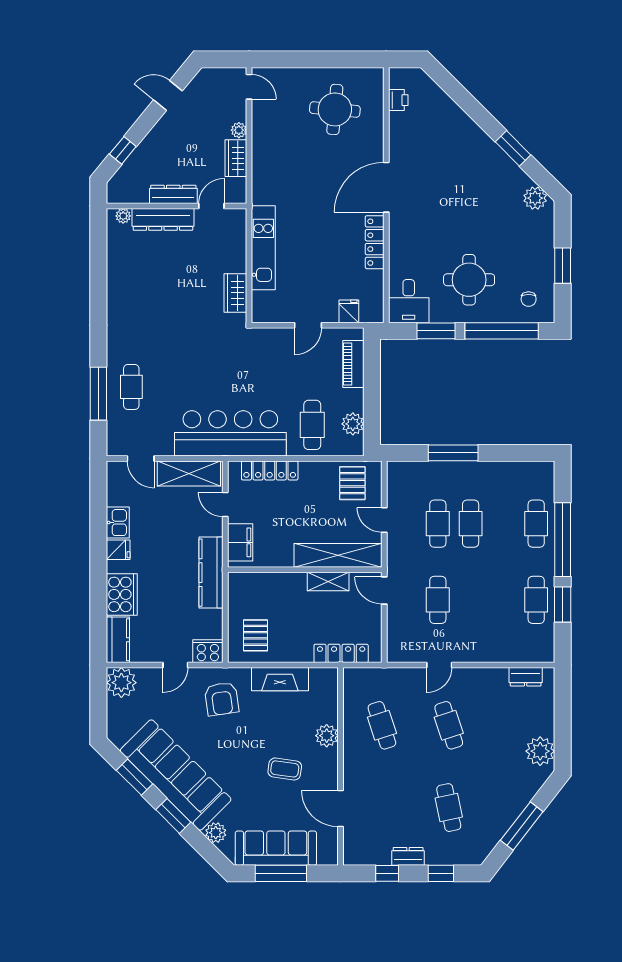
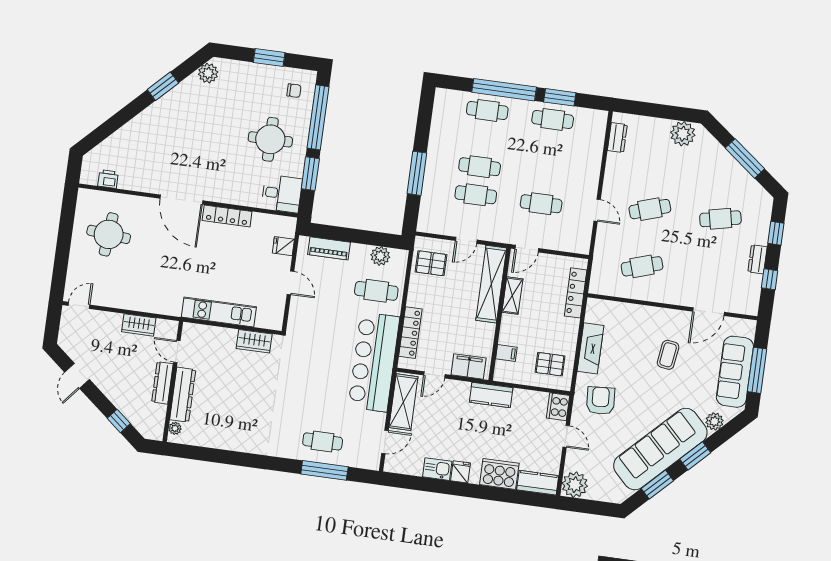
plant: (239, 130) -> (115, 319), removed
kitchen counter: (211, 573) -> (491, 395), width x0.67
filing cabinet: (261, 583) -> (506, 353), added
armchair: (222, 699) -> (601, 401), turned -86
plant: (327, 736) -> (644, 315), removed

